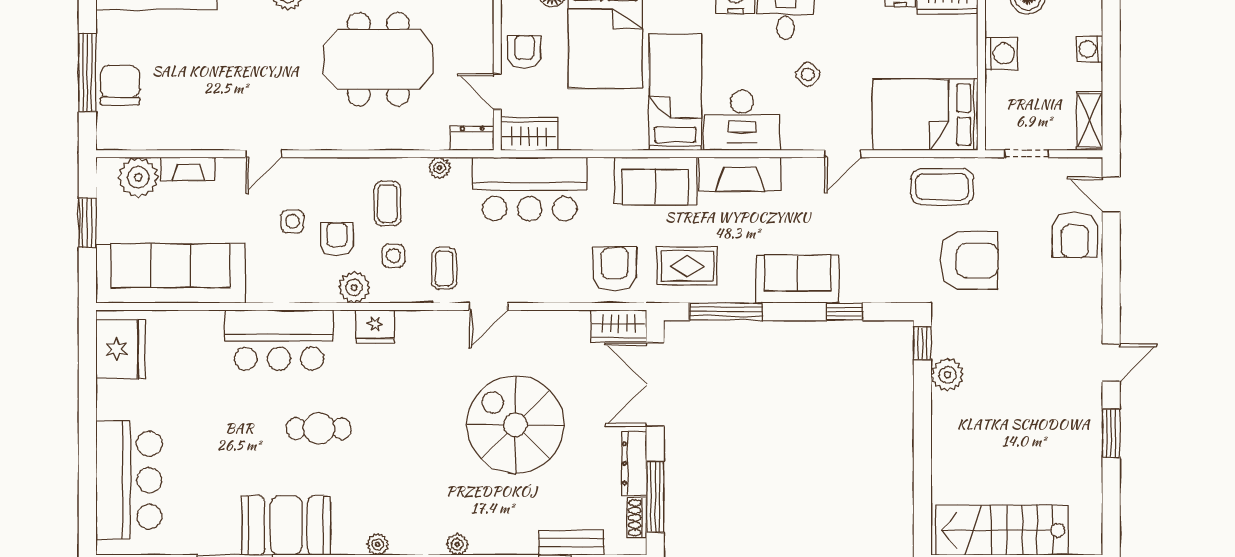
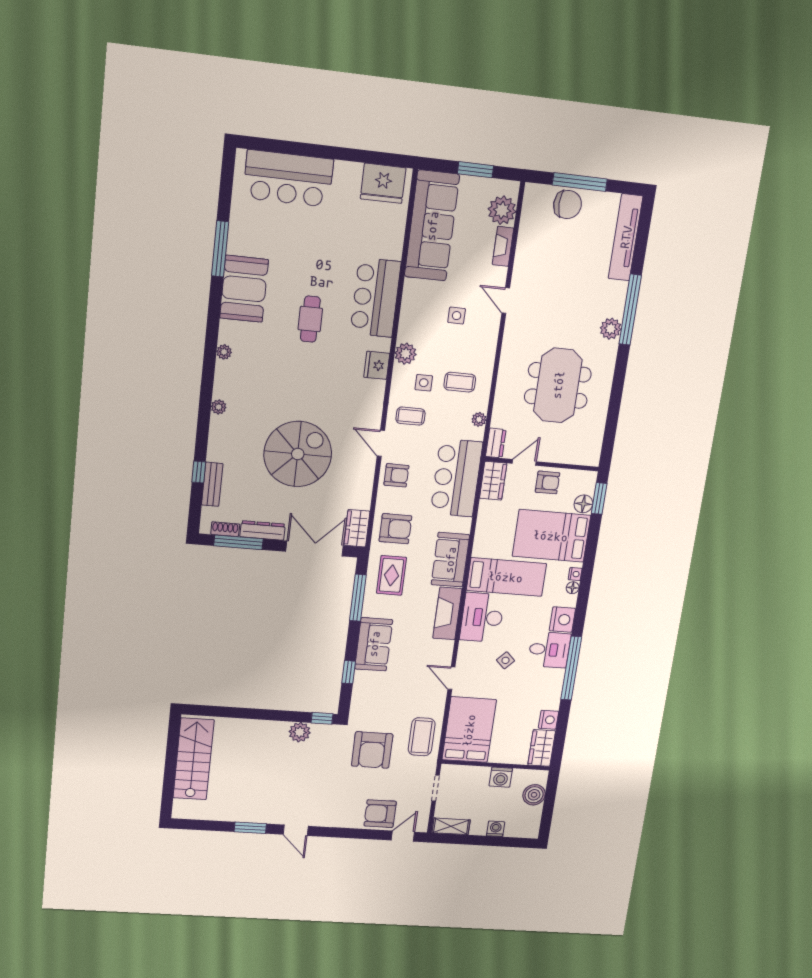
armchair: (337, 239) -> (396, 475), moved

